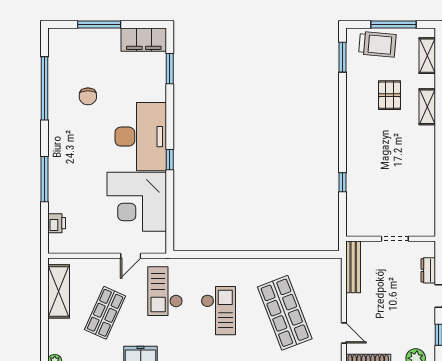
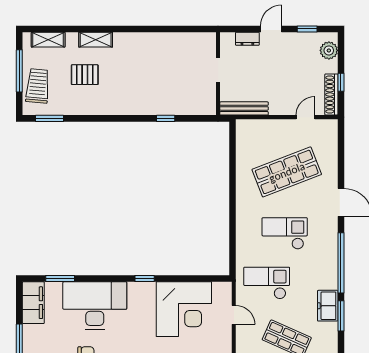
desk: (141, 137) -> (95, 306), moved
checkout: (165, 291) -> (267, 283), turned 180

